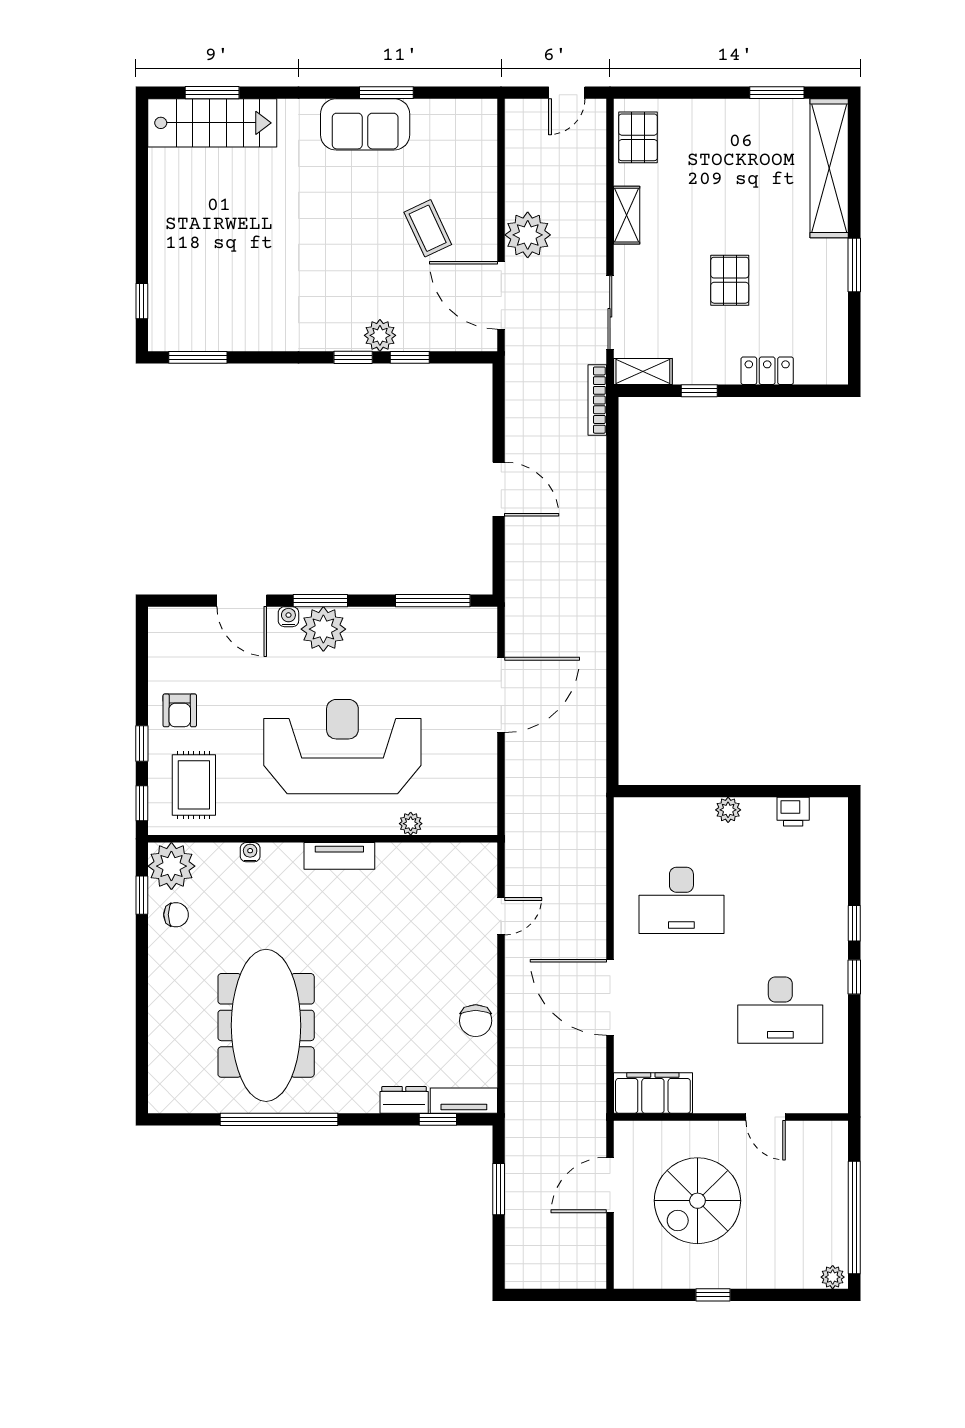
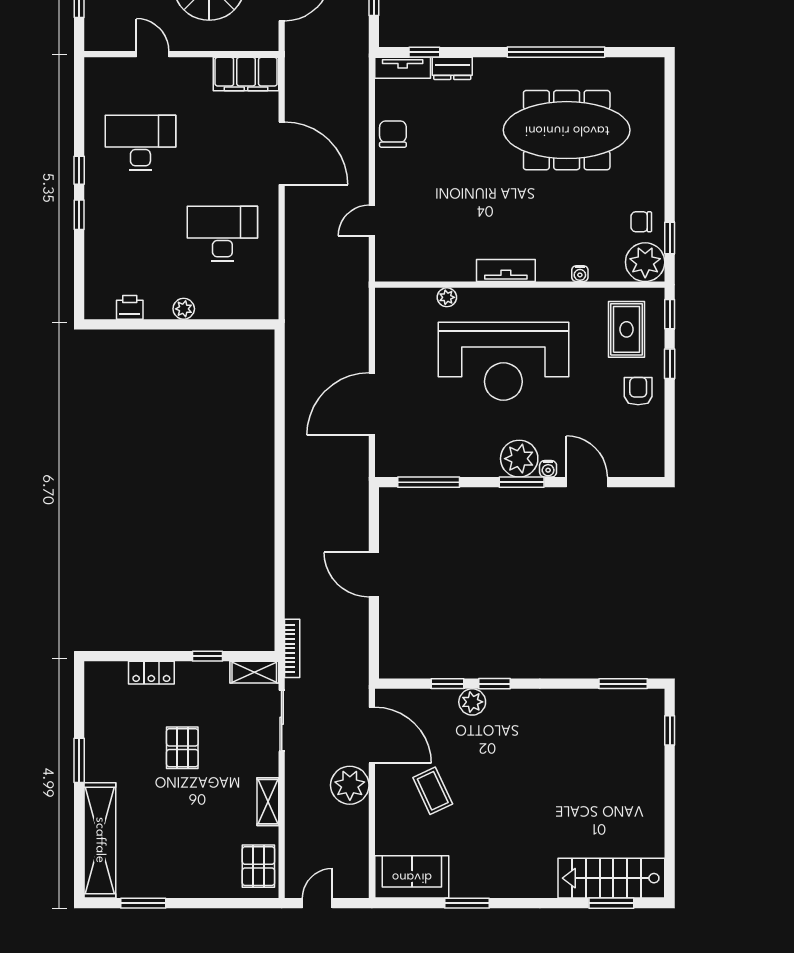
sofa: (365, 124) -> (412, 877), moved
meeting table: (266, 1025) -> (567, 130), turned 90

